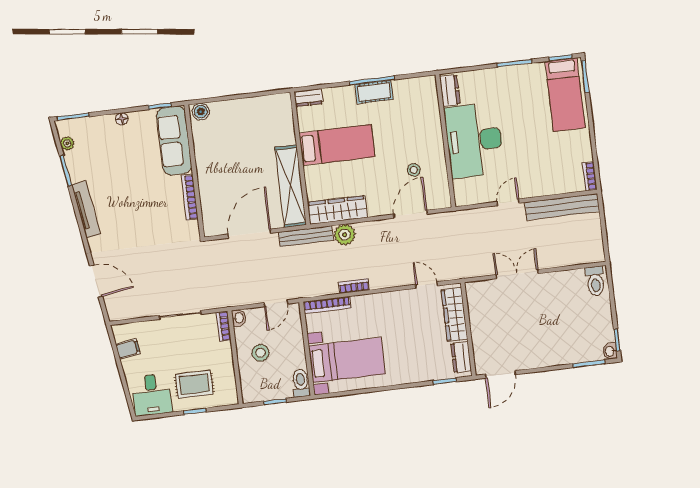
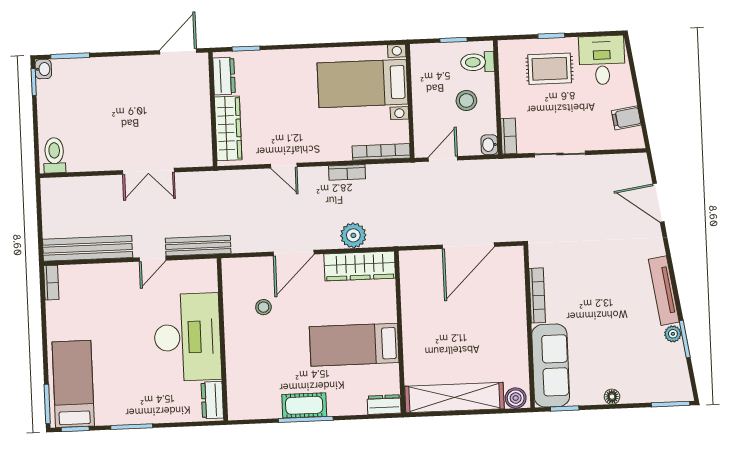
plant: (67, 143) -> (673, 334), moved
shelving: (291, 186) -> (454, 398), moved, turned 90
door: (411, 214) -> (294, 253), moved
bench: (306, 236) -> (198, 246), moved
door: (427, 285) -> (284, 166), moved
toilet: (301, 383) -> (477, 62), moved, turned 90

